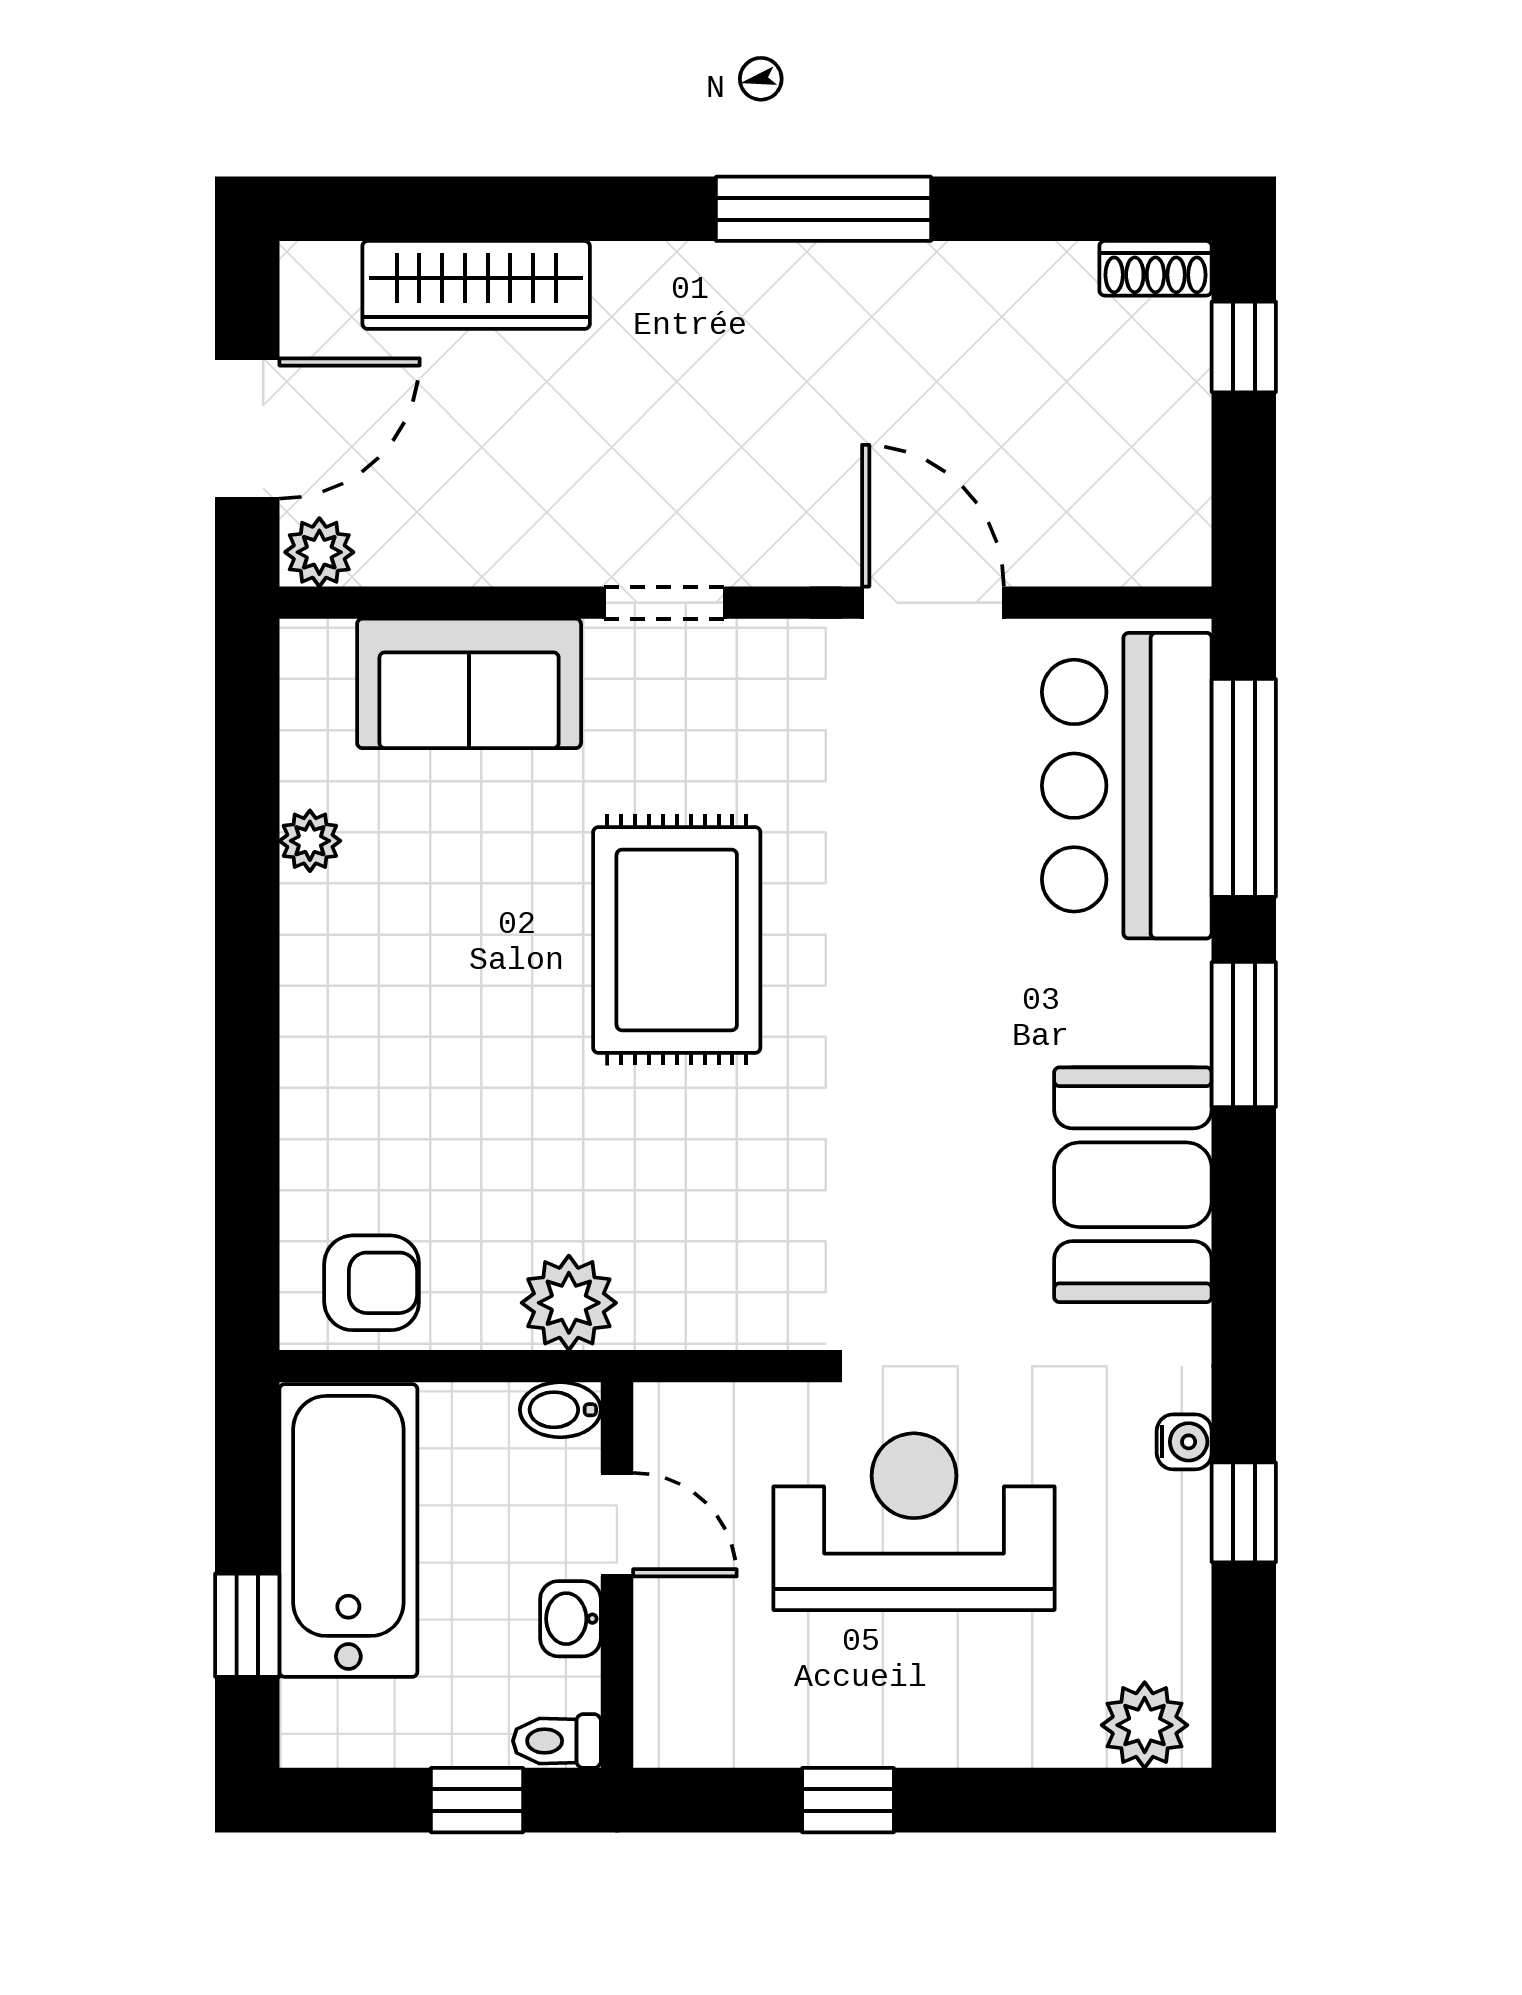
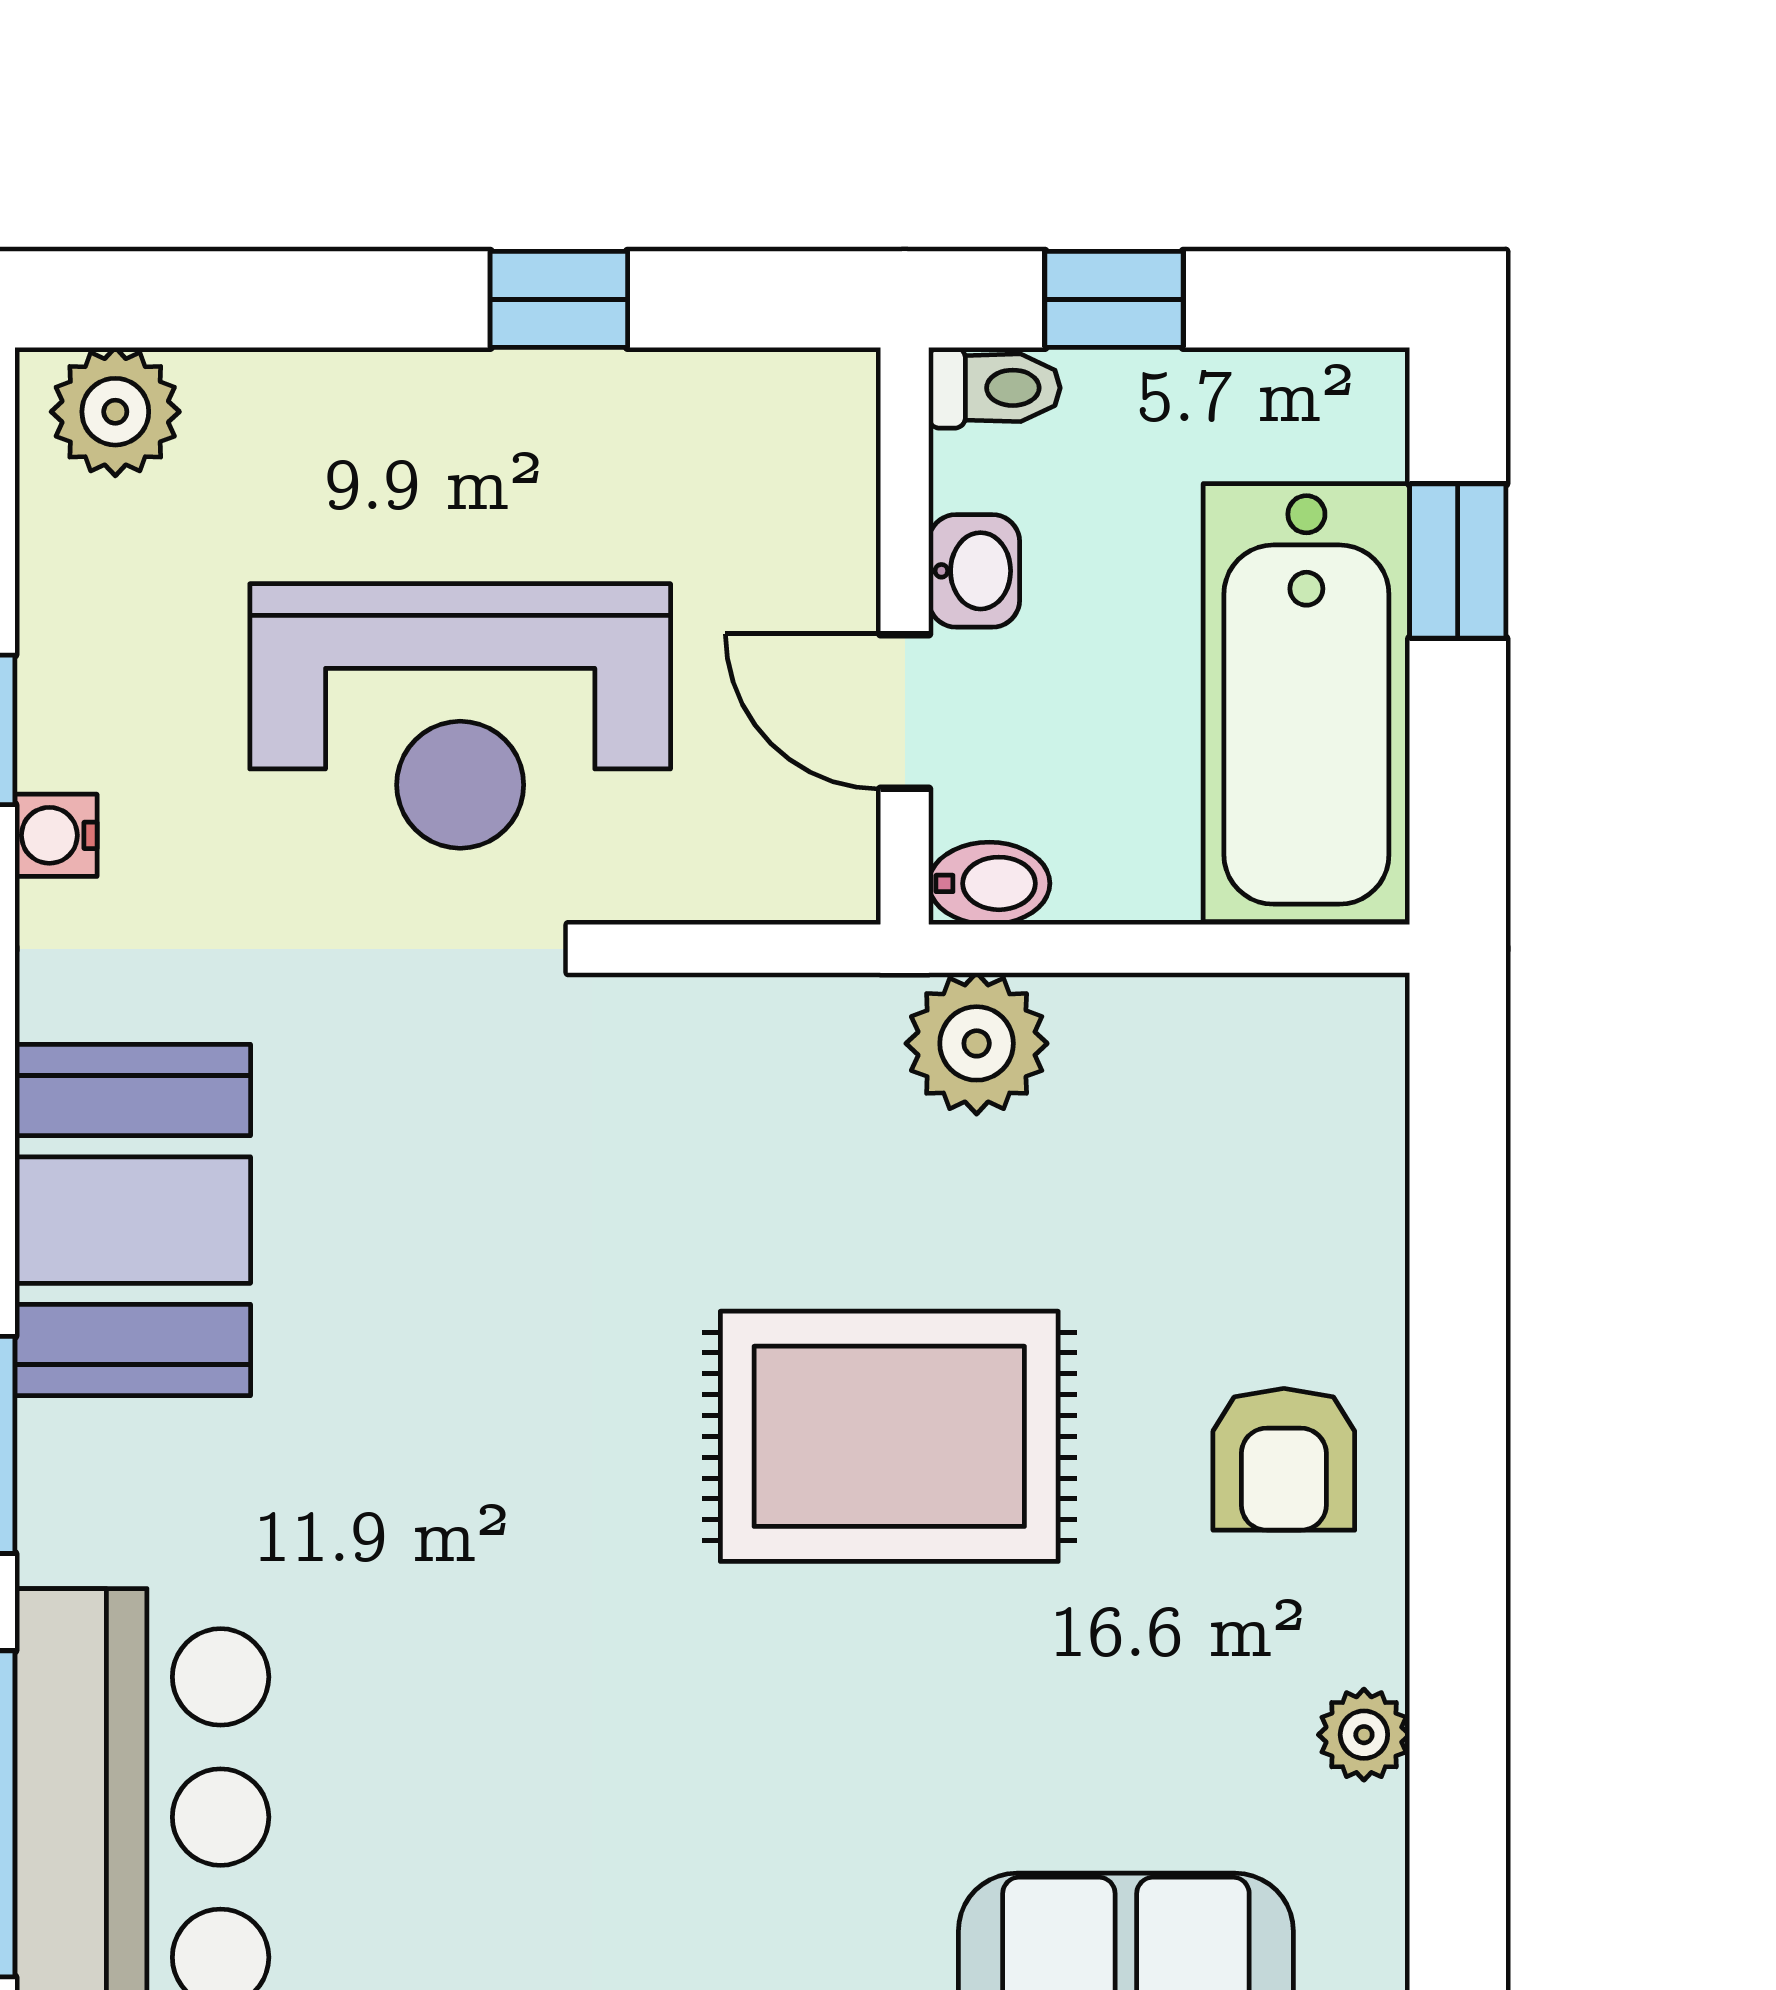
rug: (677, 940) -> (889, 1436), moved, turned 90
armchair: (372, 1283) -> (1284, 1459), moved, turned -90

